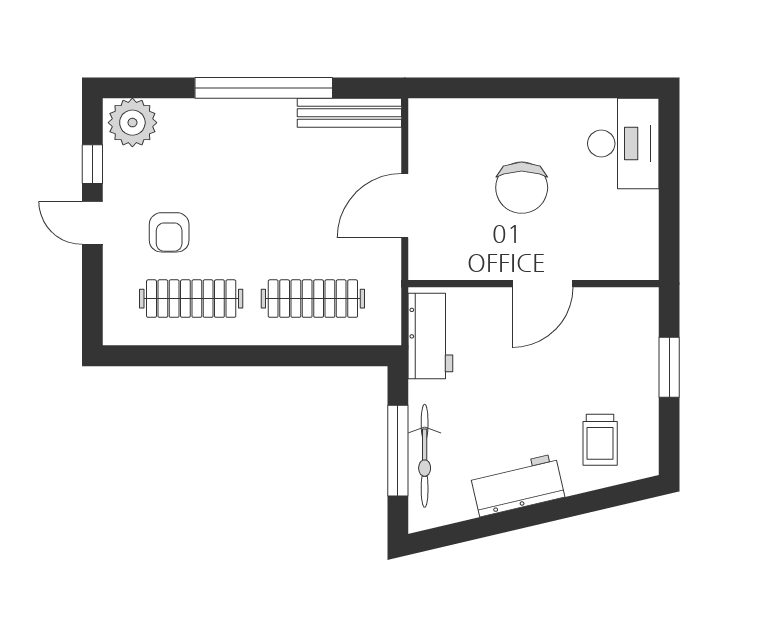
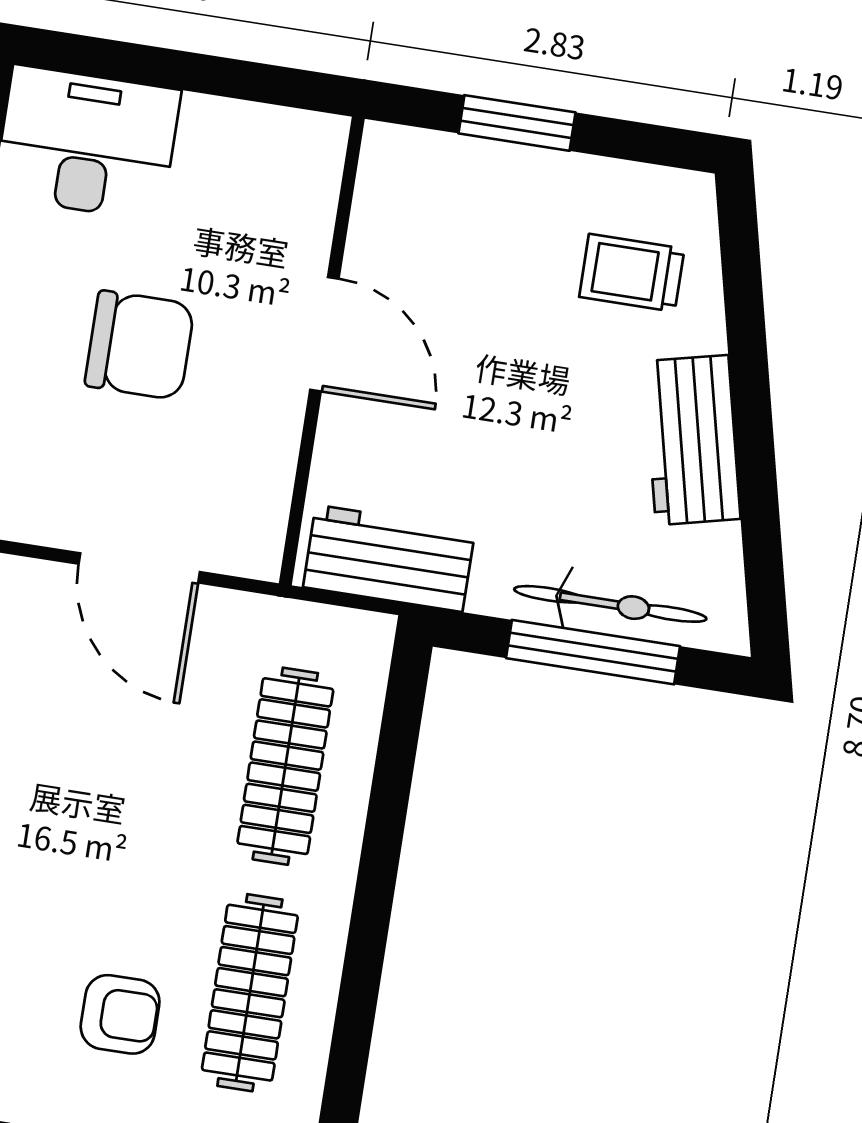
trolley: (600, 440) -> (632, 273), turned 180

